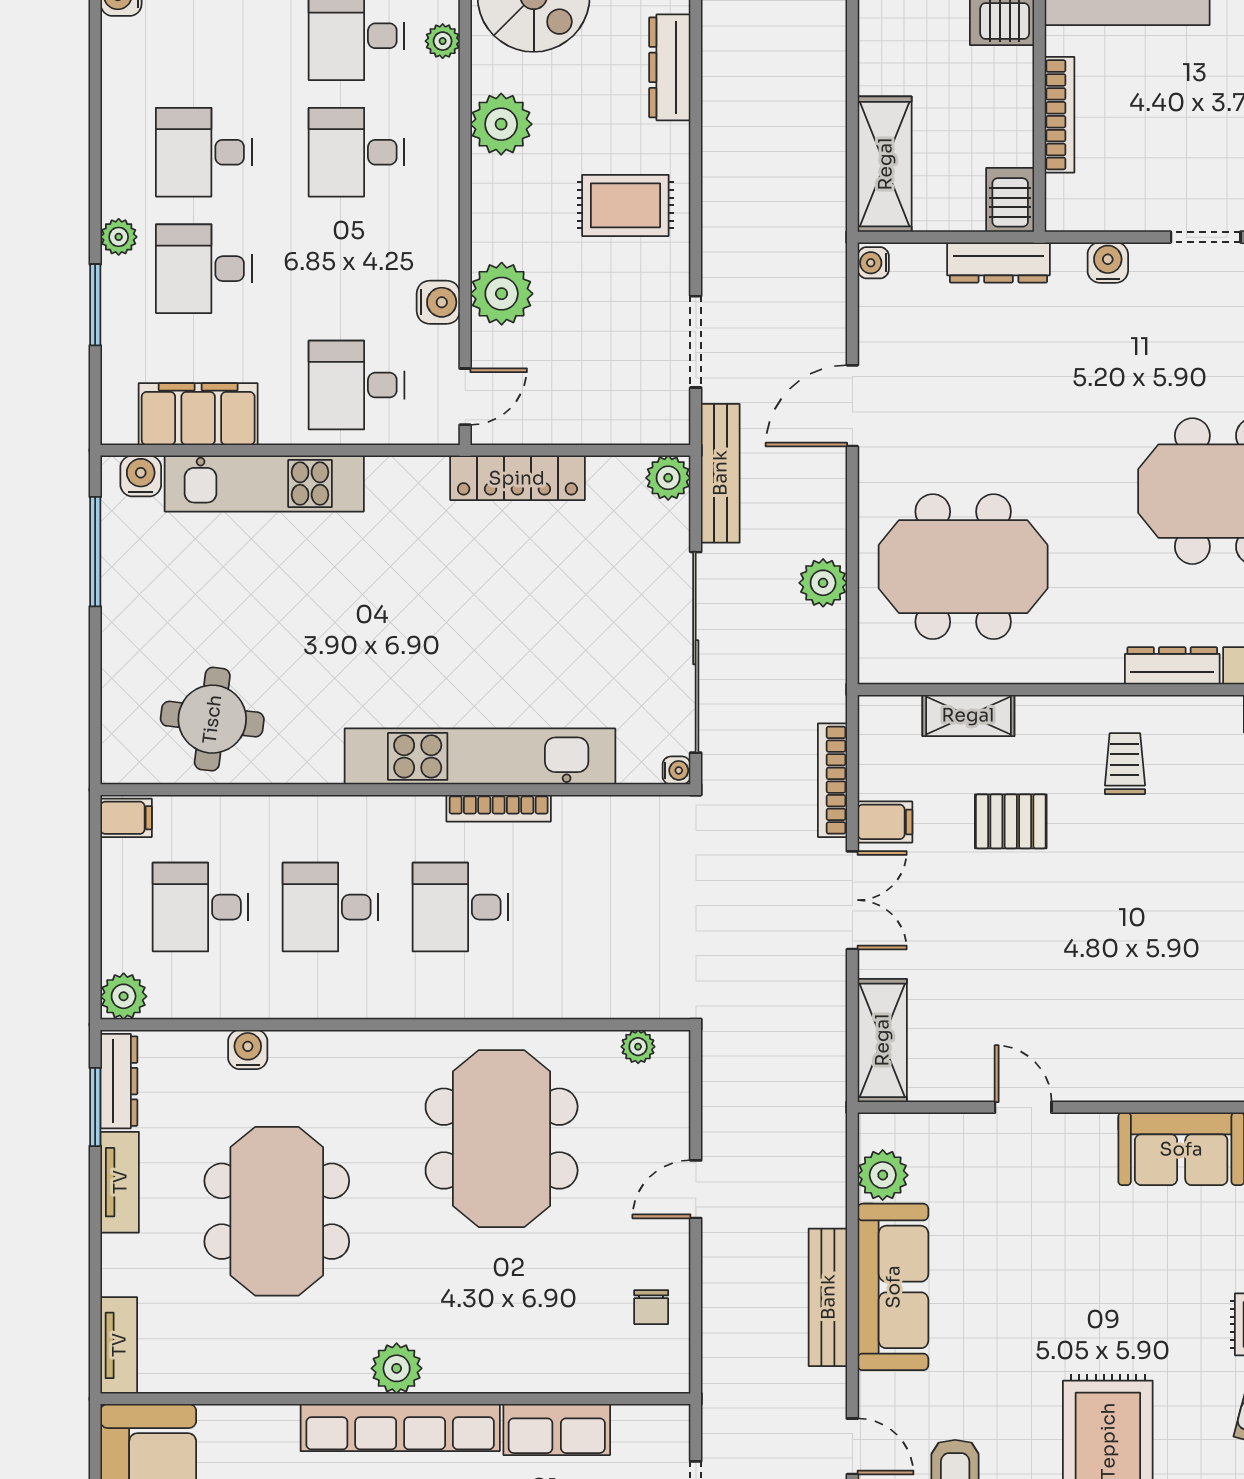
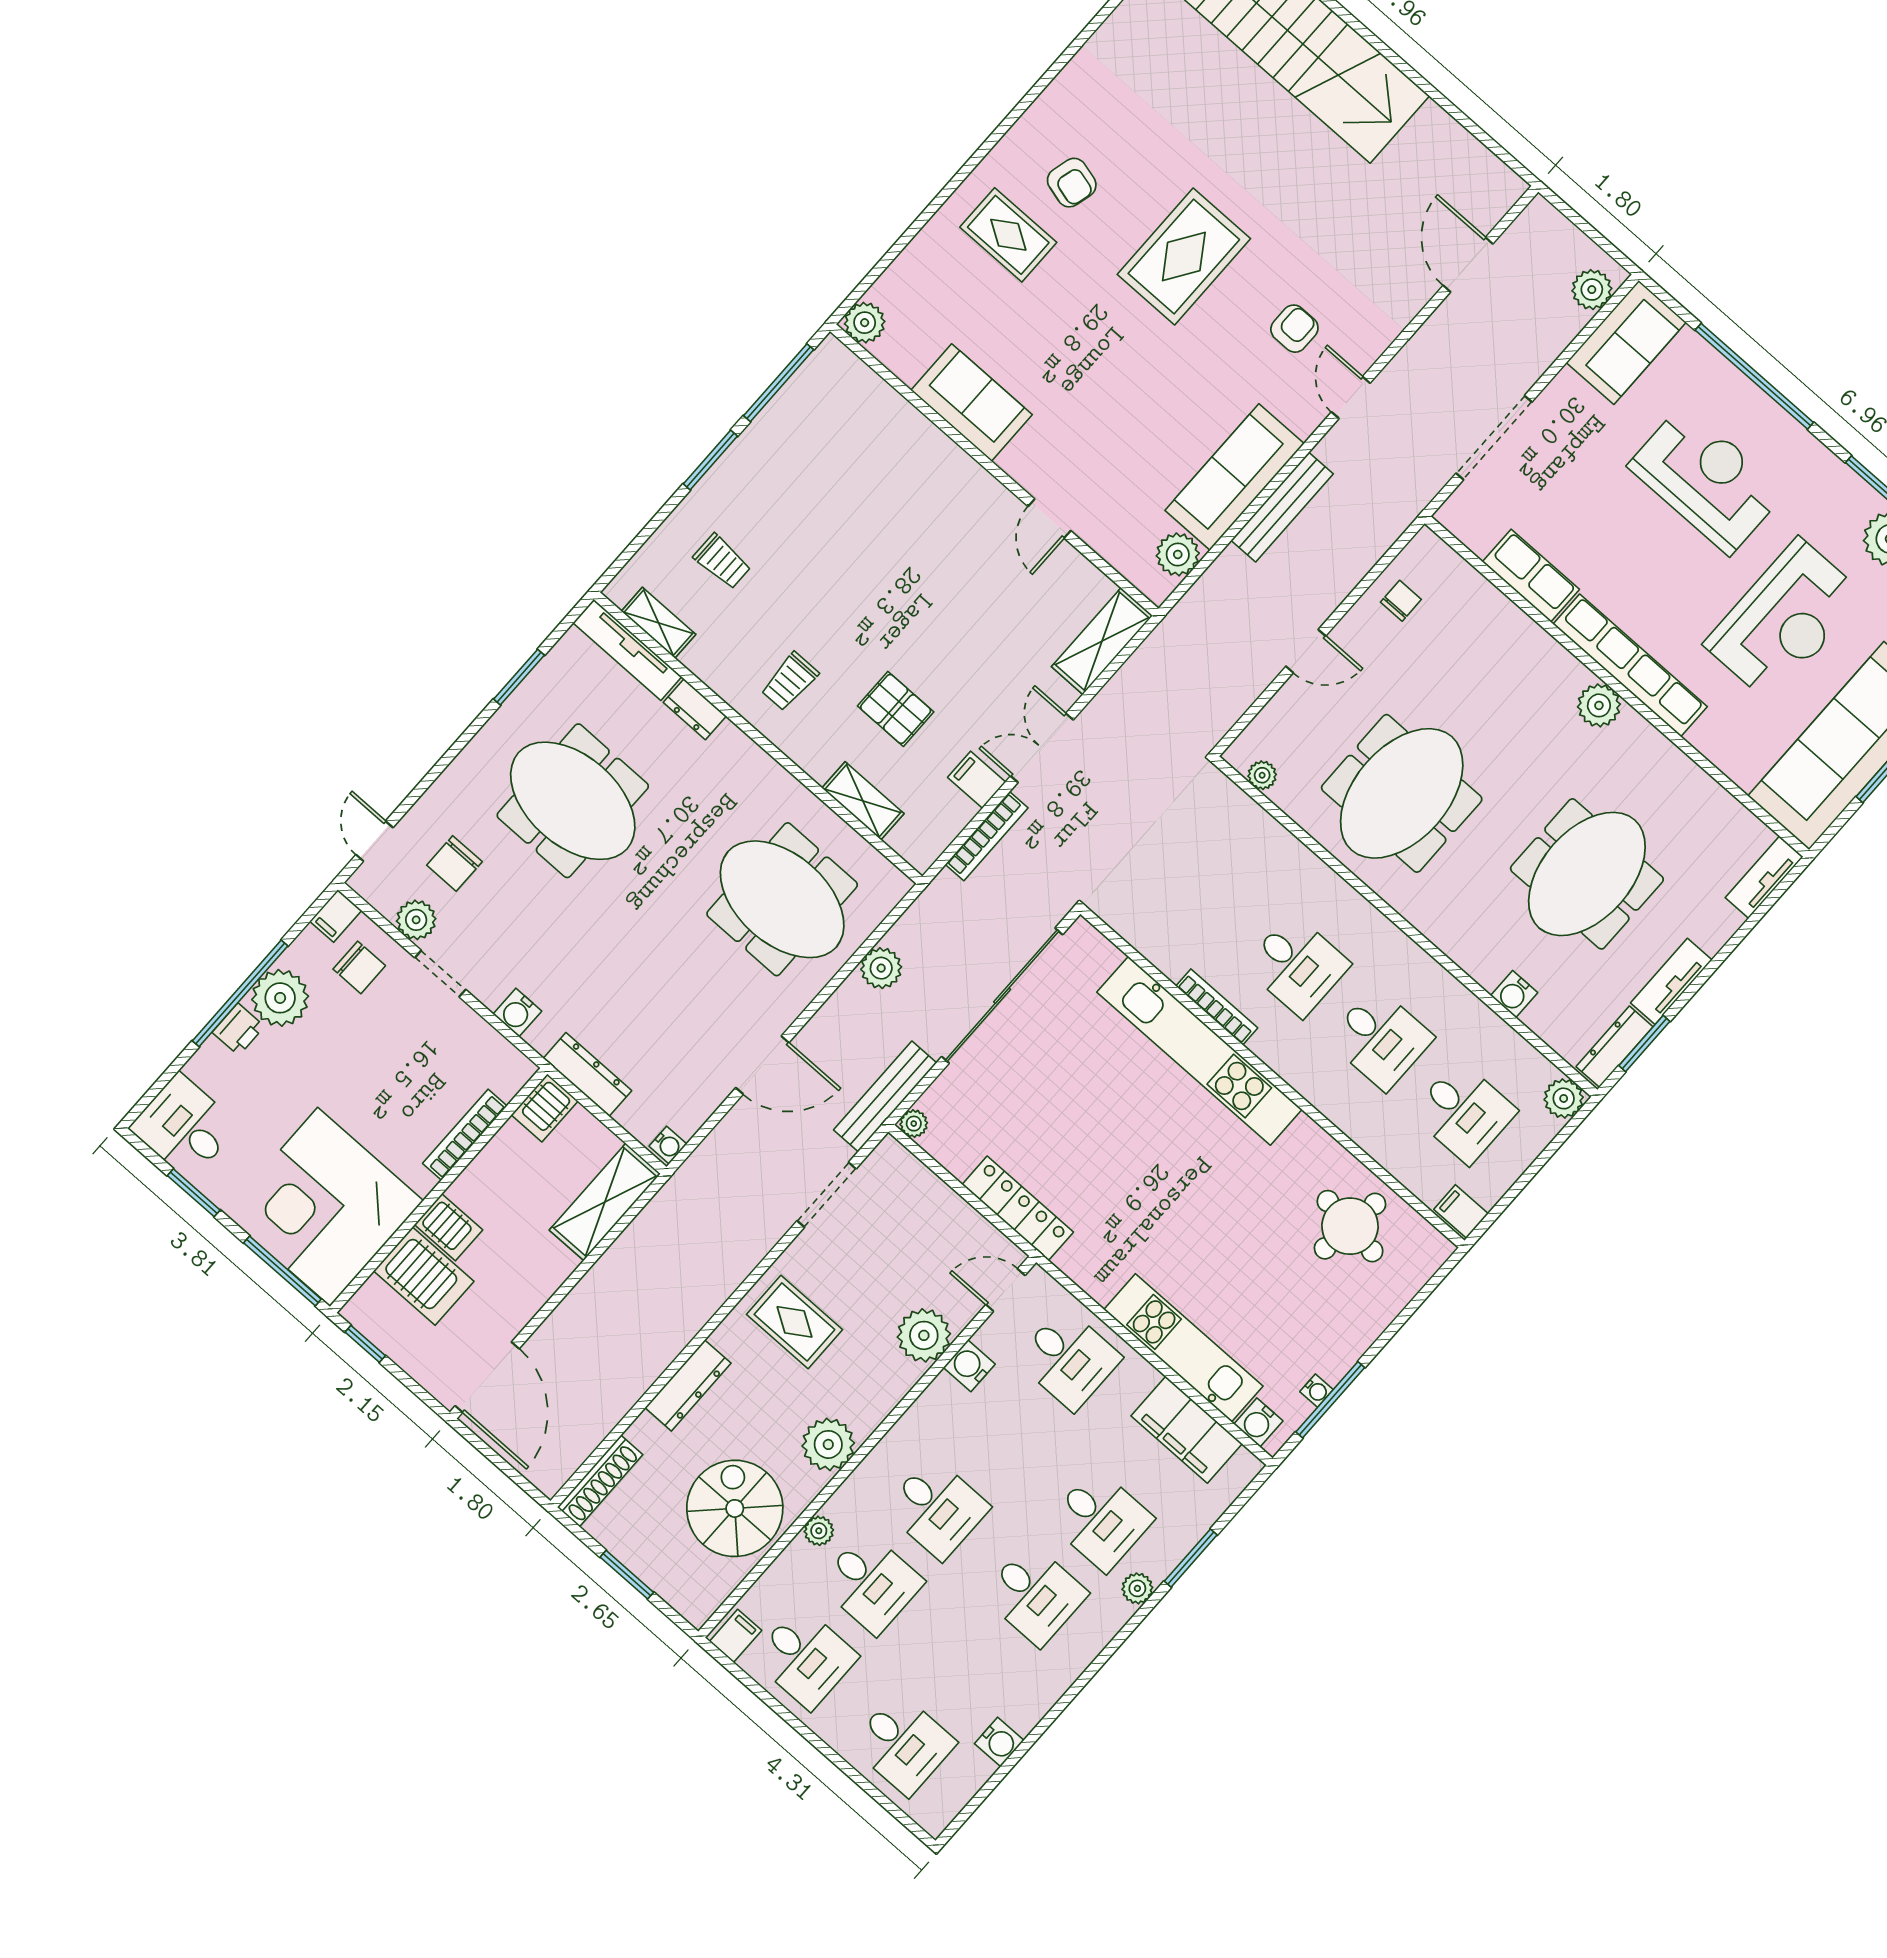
plant: (668, 478) -> (914, 1124), width x0.73, depth x0.73
dresser: (1172, 666) -> (695, 709), width x0.70
water cooler: (676, 770) -> (1316, 1391), moved, turned 180

